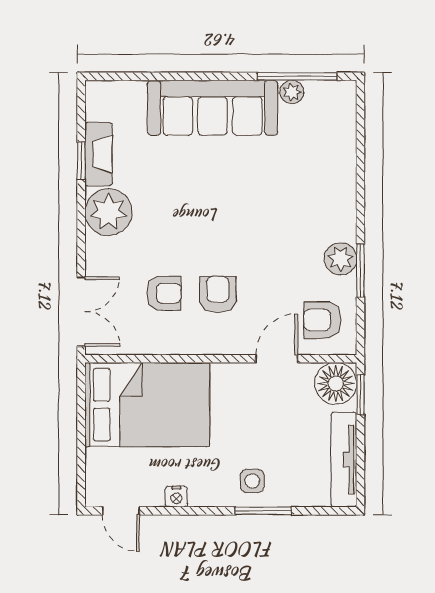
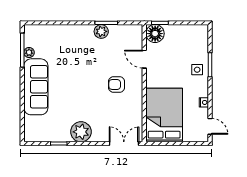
fireplace: (99, 154) -> (56, 136), removed
armchair: (164, 293) -> (116, 108), removed
armchair: (322, 320) -> (128, 39), removed
tv unit: (344, 460) -> (188, 30), removed
door: (121, 511) -> (210, 126), hinge flipped

